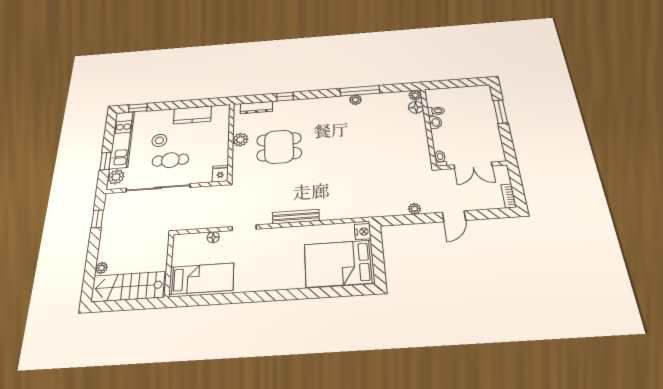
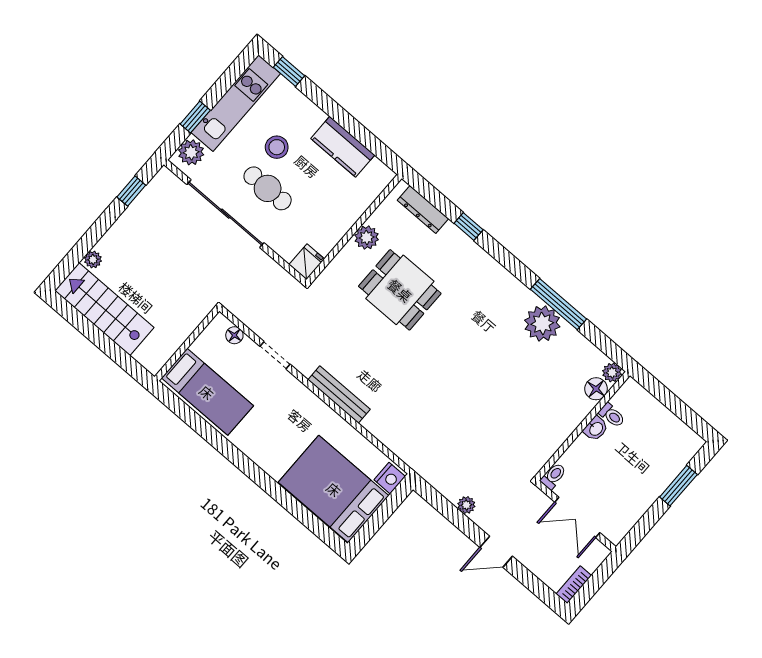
plant: (355, 100) -> (542, 323), width x1.88, depth x1.88
wall: (169, 265) -> (187, 344), moved
bed: (202, 279) -> (207, 392), moved

